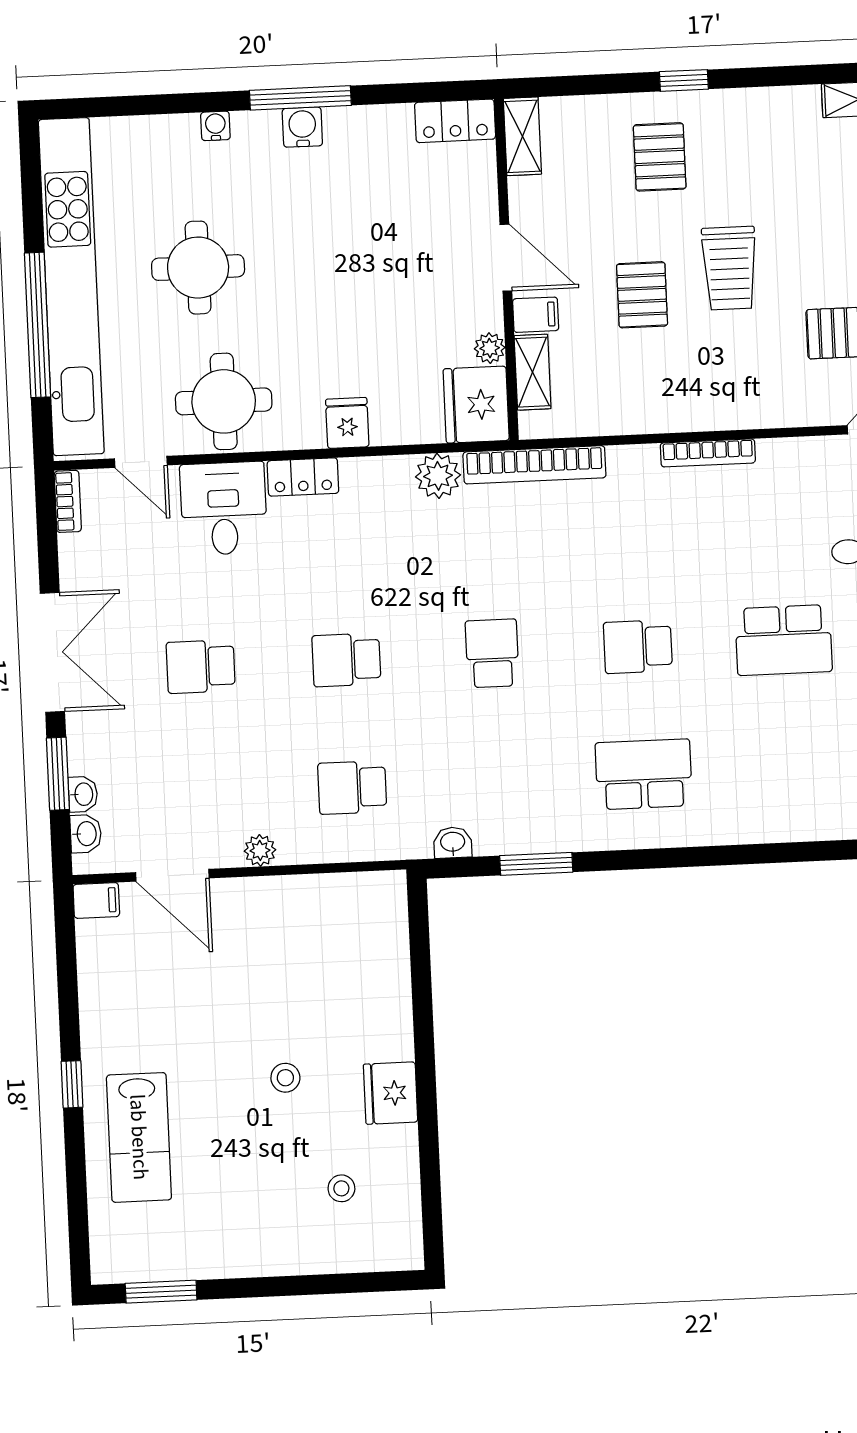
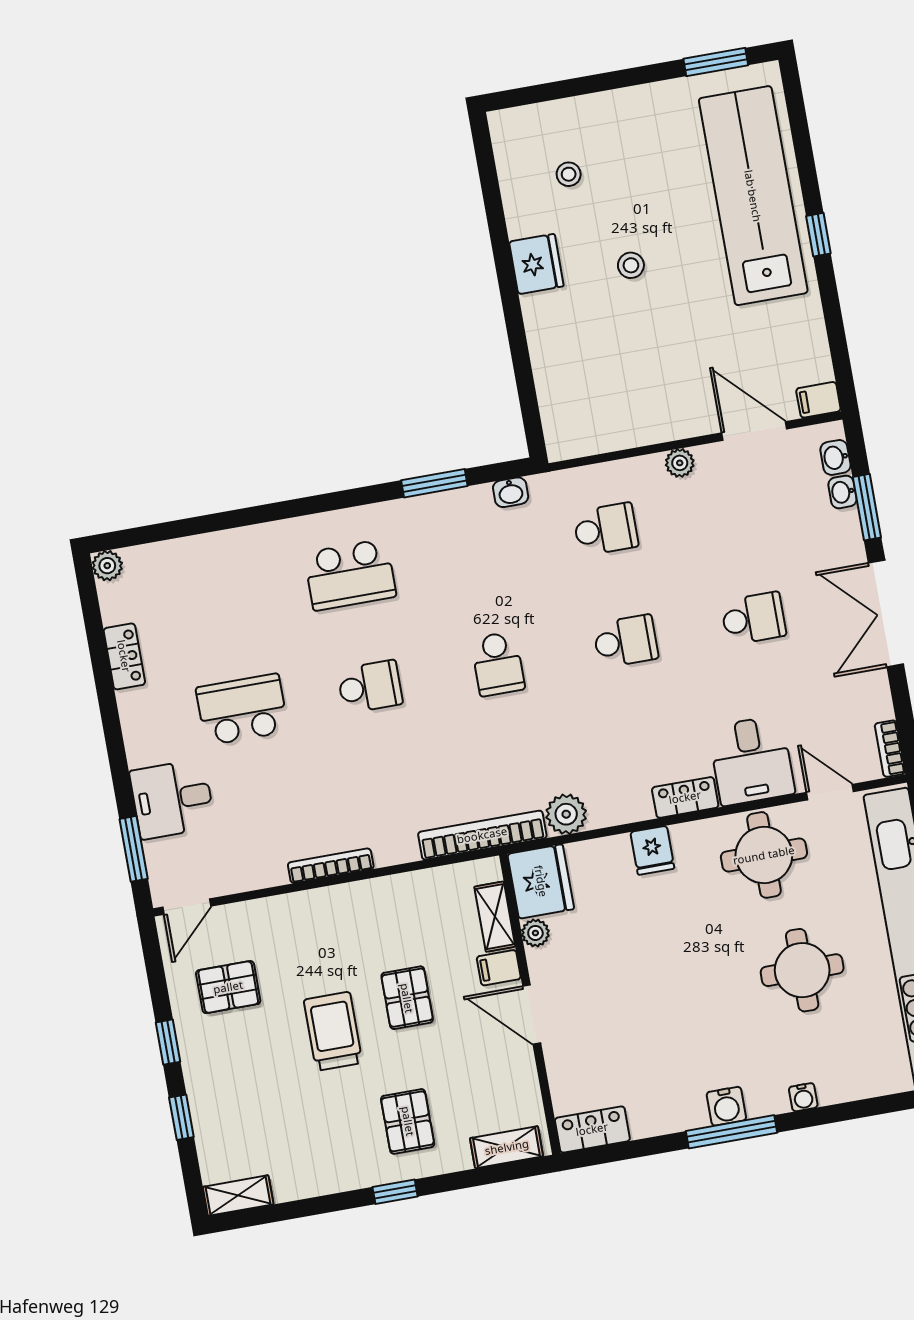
shelving: (522, 136) -> (507, 1147), moved, turned 90
lab bench: (139, 1137) -> (753, 196), width x1.86, depth x1.39

